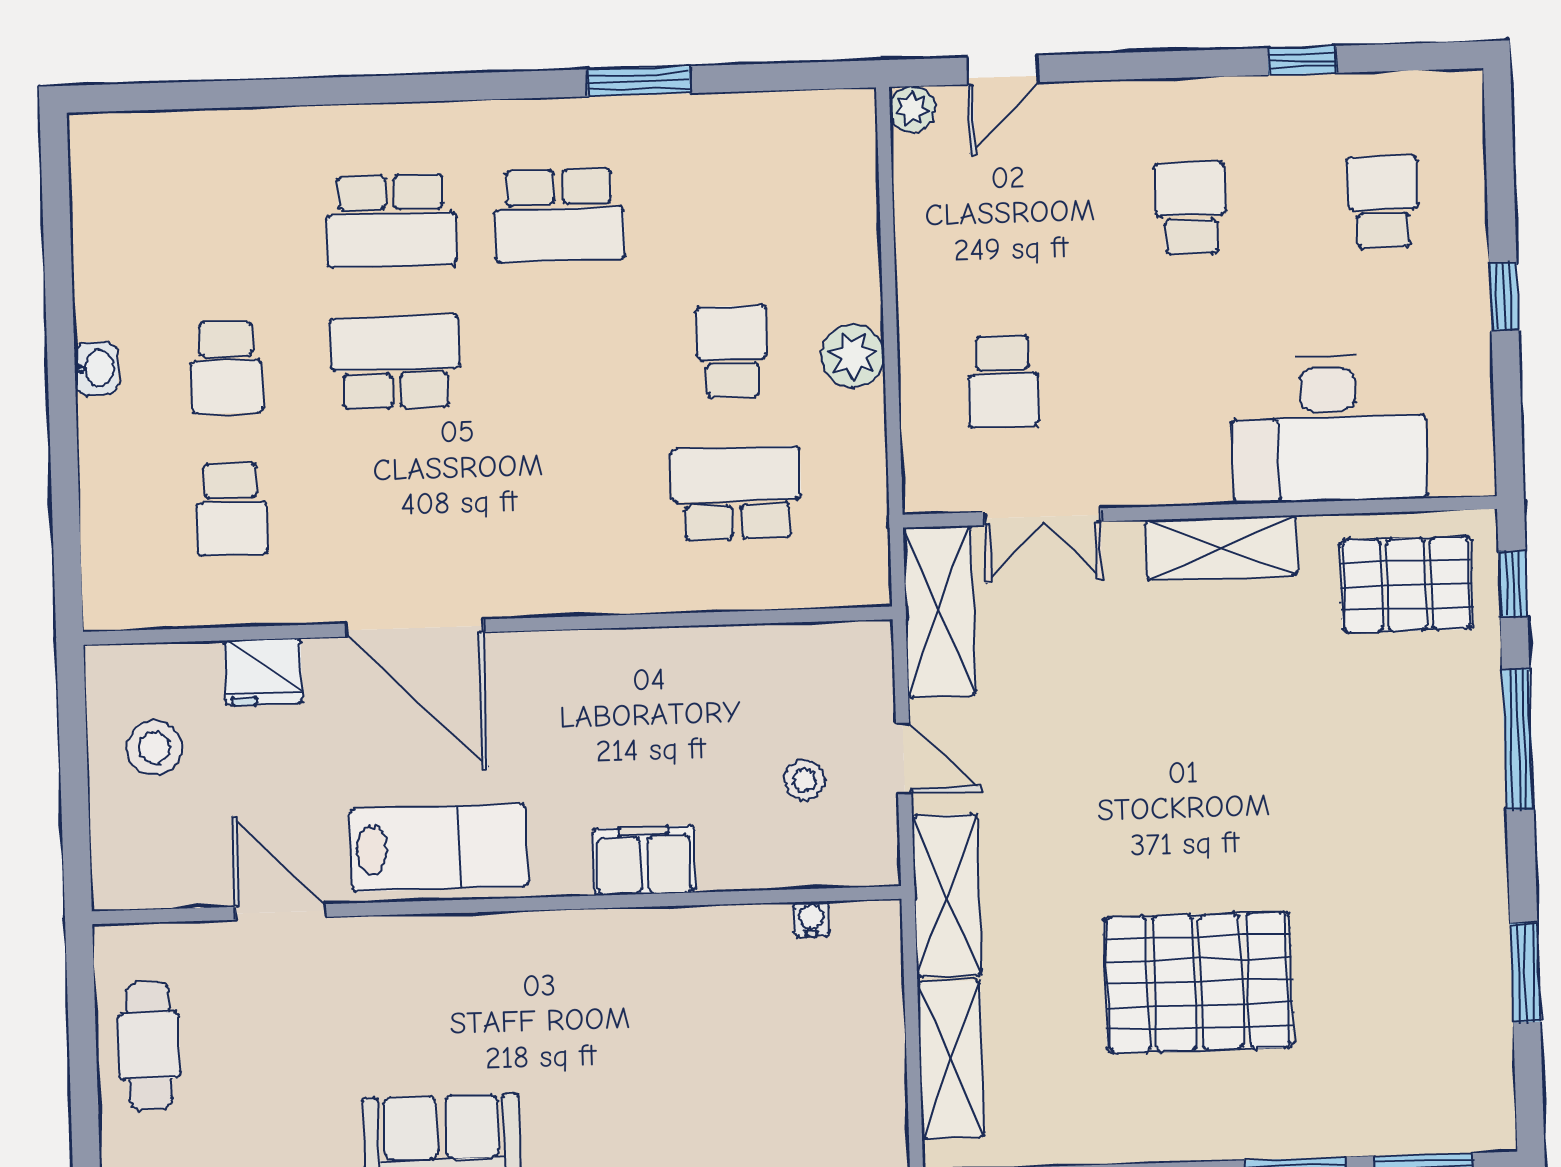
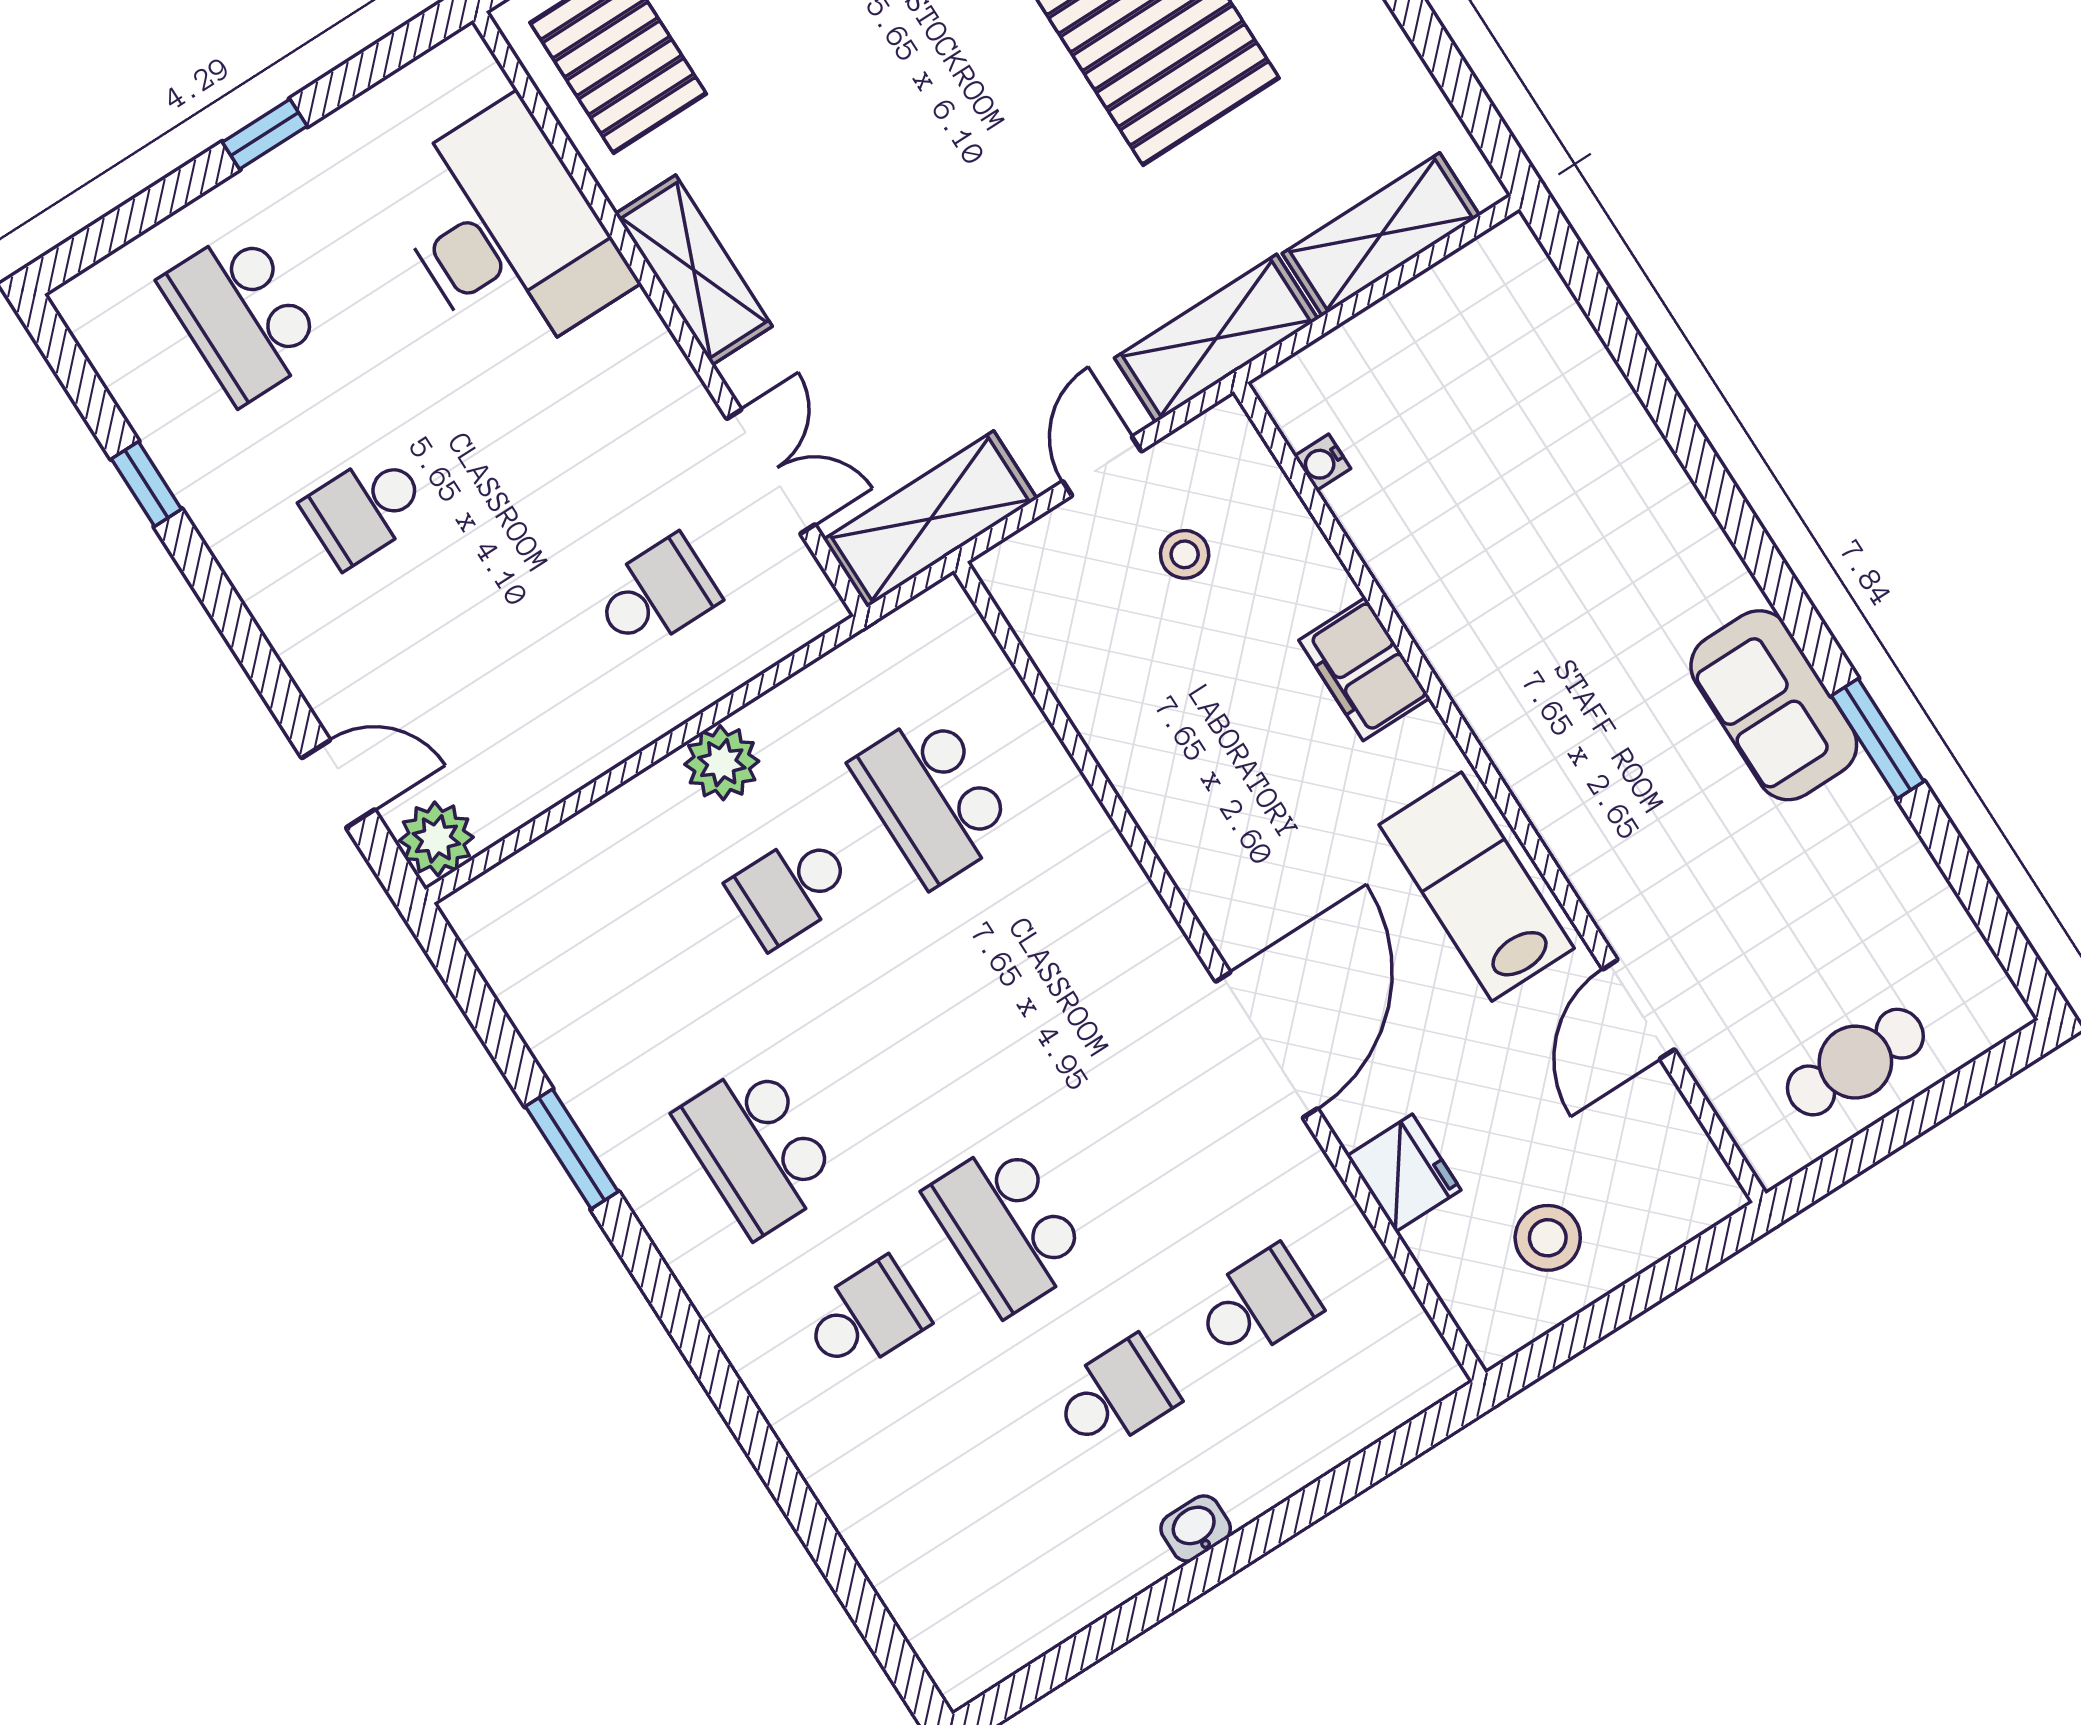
plant: (912, 109) -> (436, 839), width x1.38, depth x1.38
school desk: (1383, 202) -> (242, 316), width x1.85
school desk: (559, 215) -> (757, 1149), turned 180
school desk: (391, 221) -> (865, 1318), width x0.54

